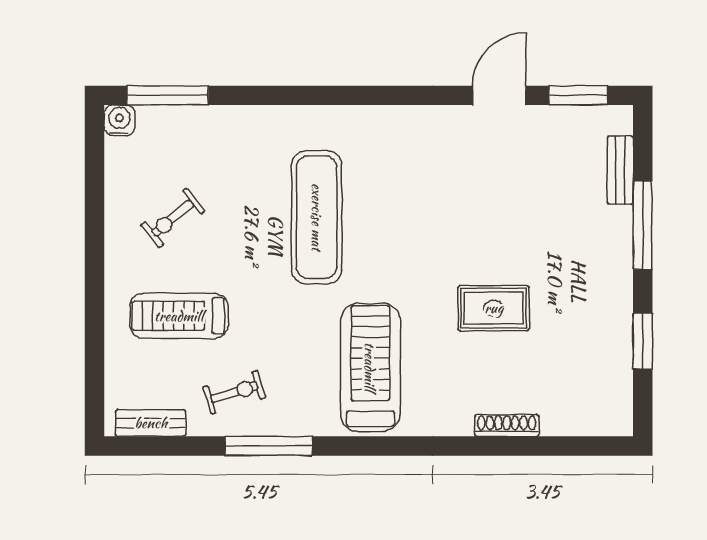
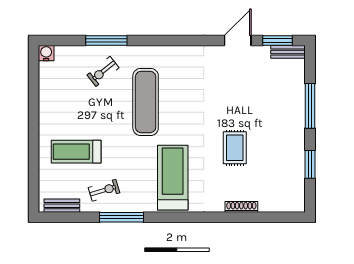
window: (168, 95) -> (106, 41), moved
bench: (620, 170) -> (288, 52), moved, turned 90
exercise bike: (173, 218) -> (103, 71), moved
rug: (494, 308) -> (235, 148), turned 90

